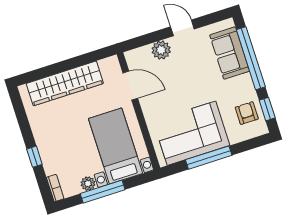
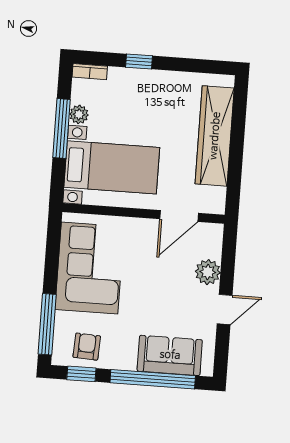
armchair: (247, 113) -> (87, 347), turned -87
window: (209, 158) -> (47, 324), moved

